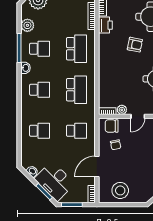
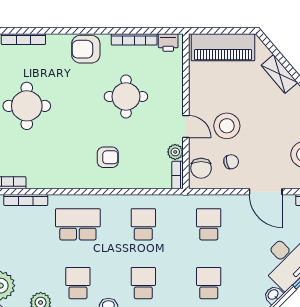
printer: (105, 25) -> (40, 178), removed
armchair: (135, 45) -> (108, 157), moved, turned 79
school desk: (76, 90) -> (143, 224), width x0.54
stool: (138, 142) -> (227, 126), added

